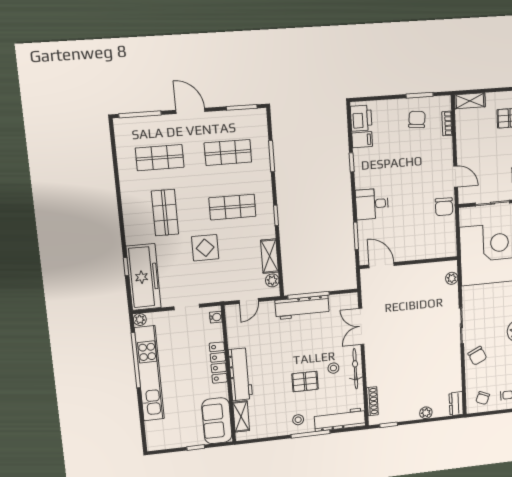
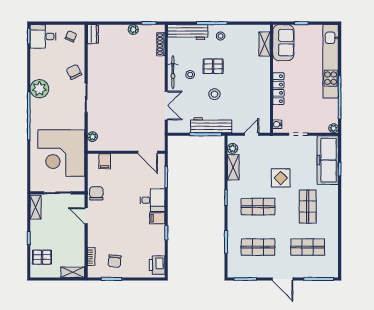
filing cabinet: (362, 140) -> (157, 218), moved
filing cabinet: (435, 249) -> (105, 161), added
stool: (301, 347) -> (214, 94), added
kitchen unit: (149, 373) -> (331, 61), moved
workbench: (241, 374) -> (262, 78), removed
plant: (426, 413) -> (133, 30), moved

